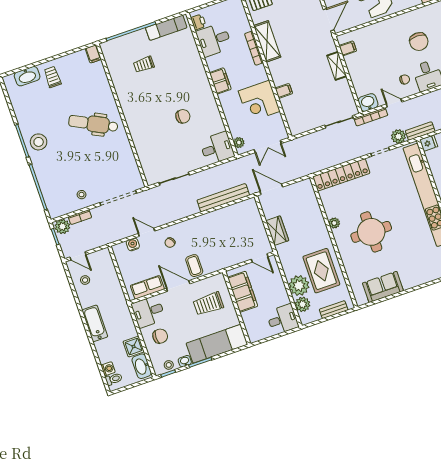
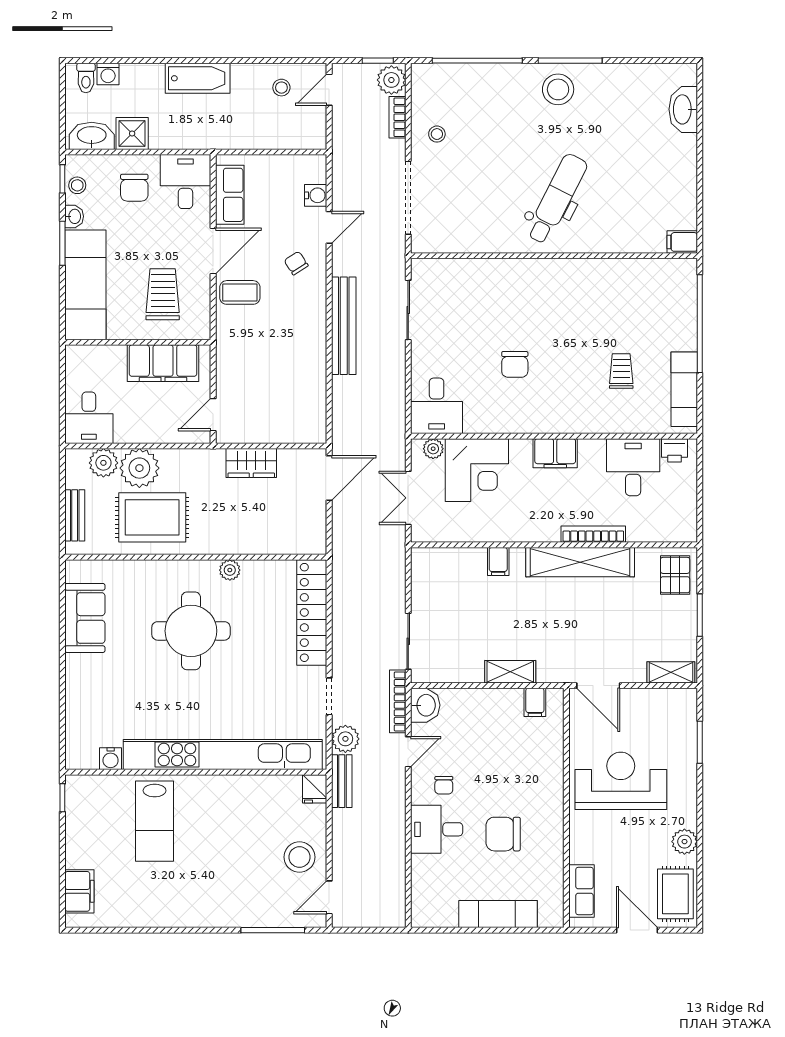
shelving: (267, 41) -> (580, 562), width x1.47
trolley: (144, 64) -> (621, 371), moved
trolley: (52, 77) -> (666, 155), removed
corner desk: (259, 101) -> (477, 470), moved, turned 180
bench: (223, 198) -> (344, 326), moved

